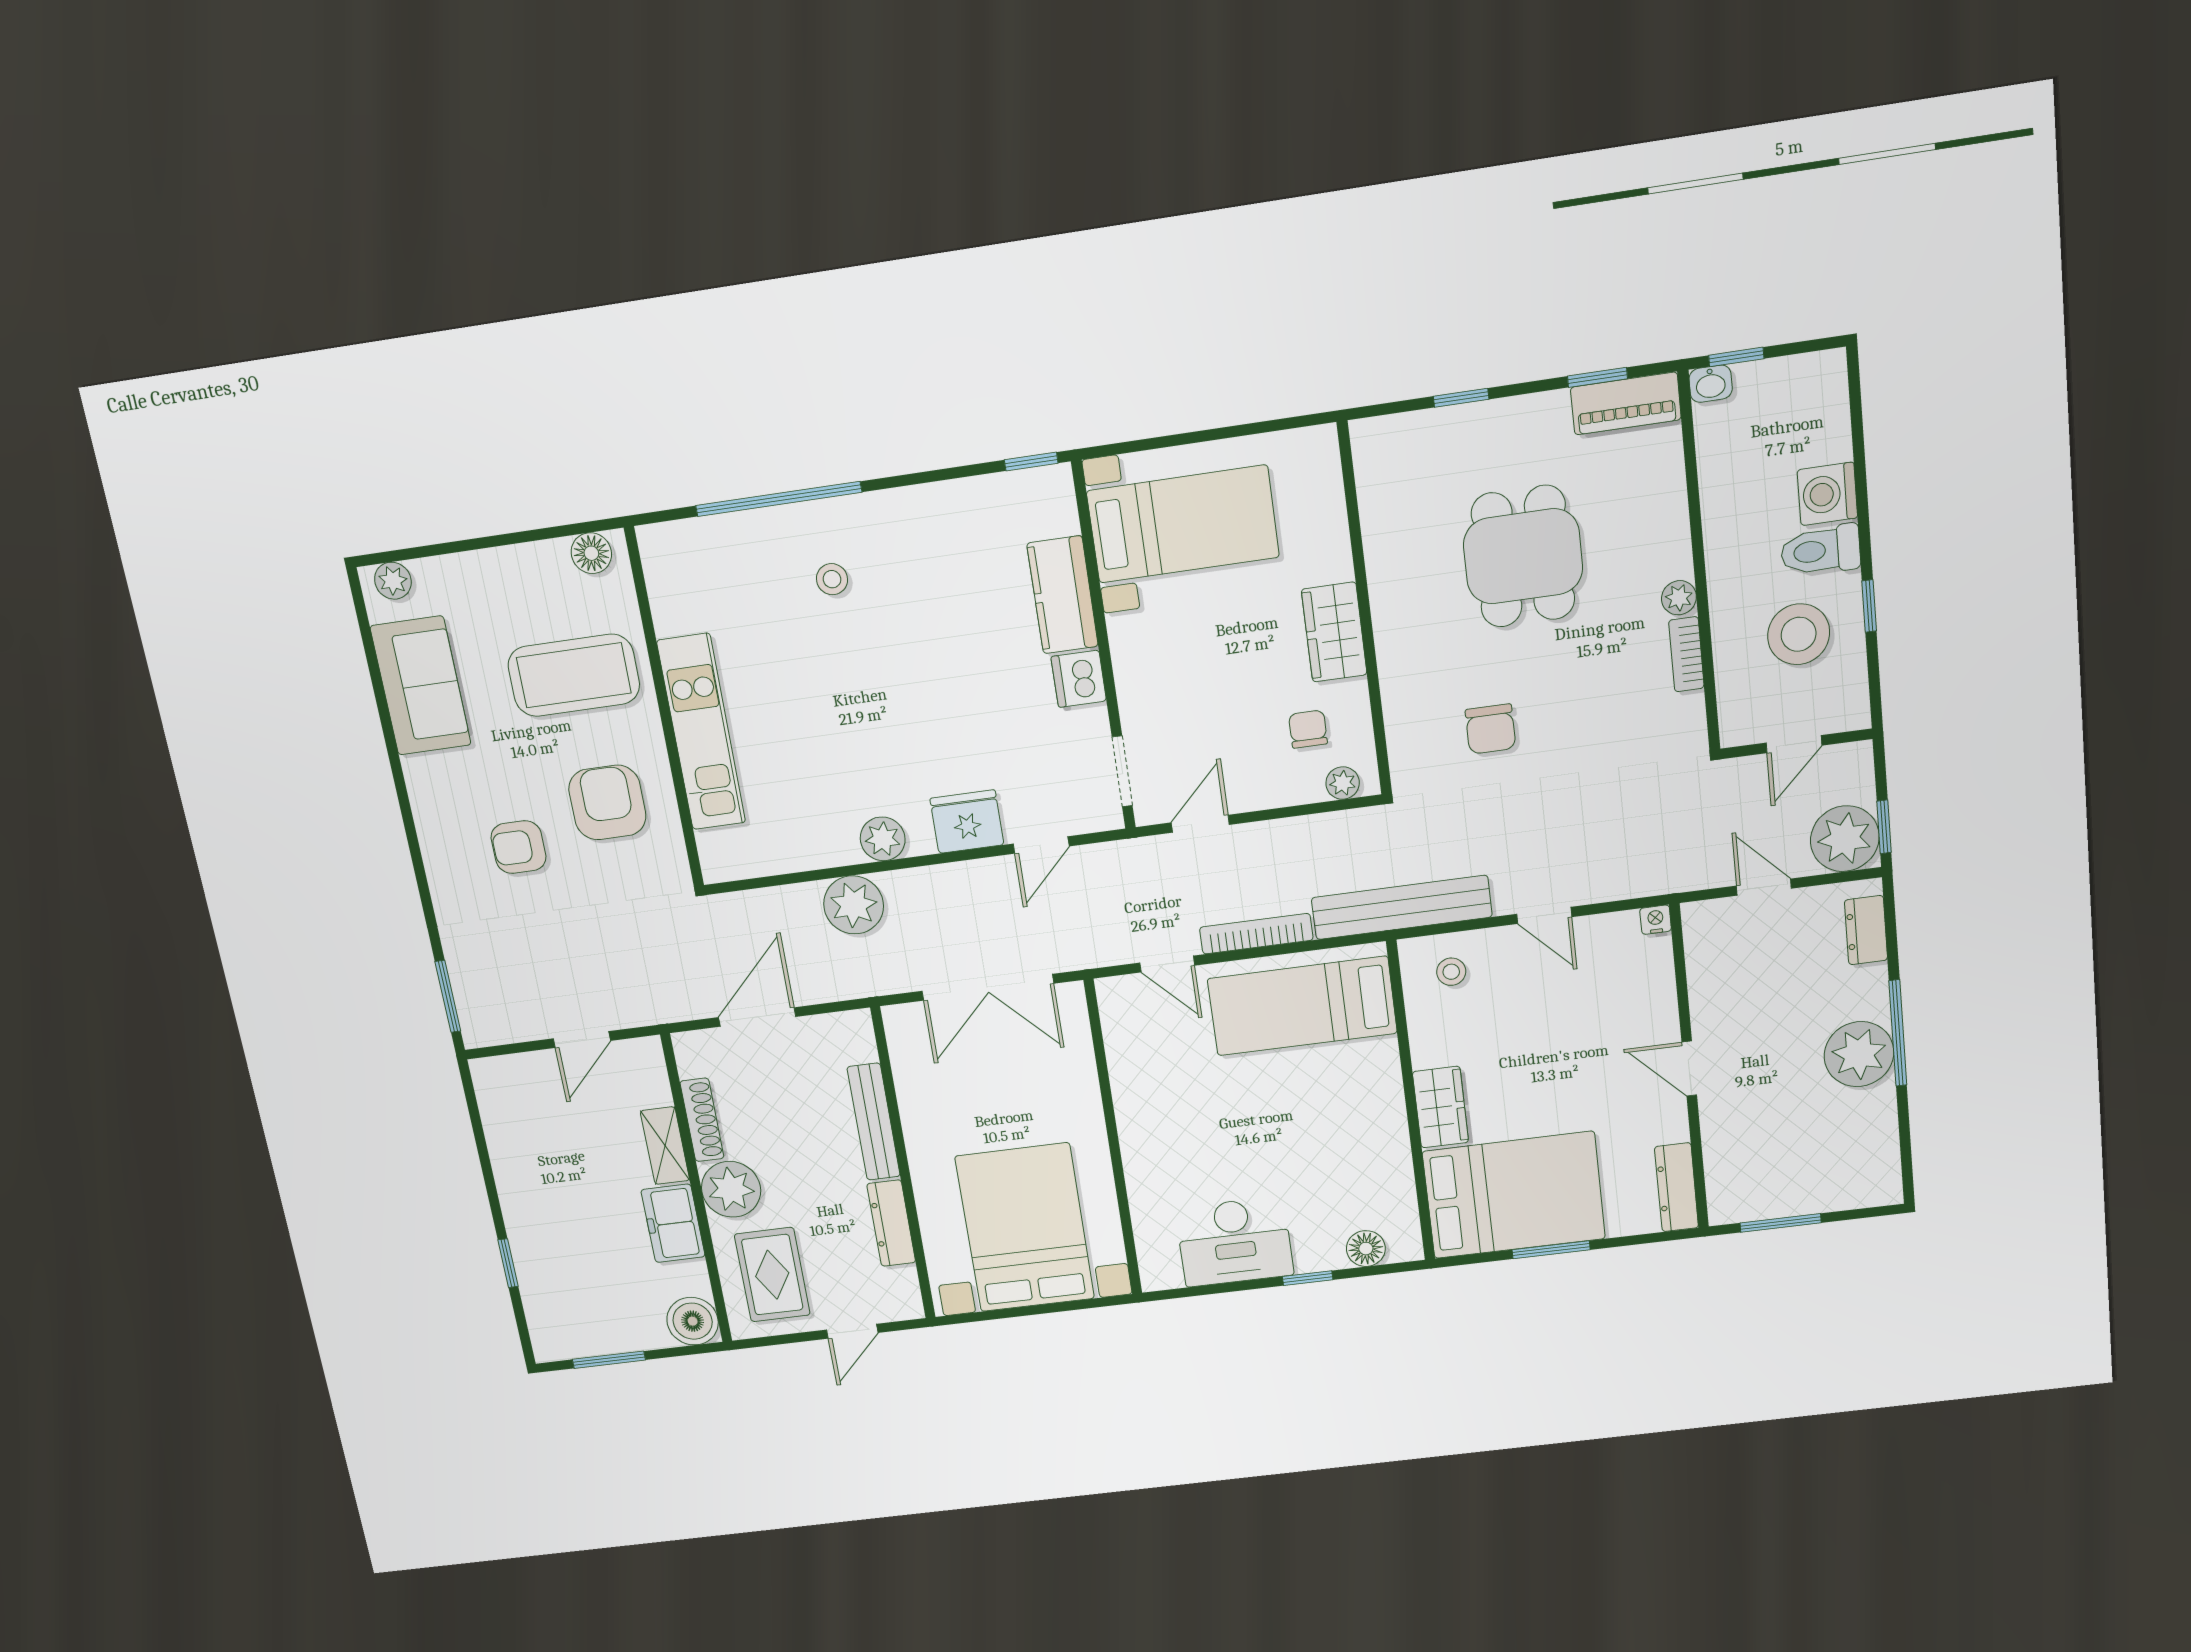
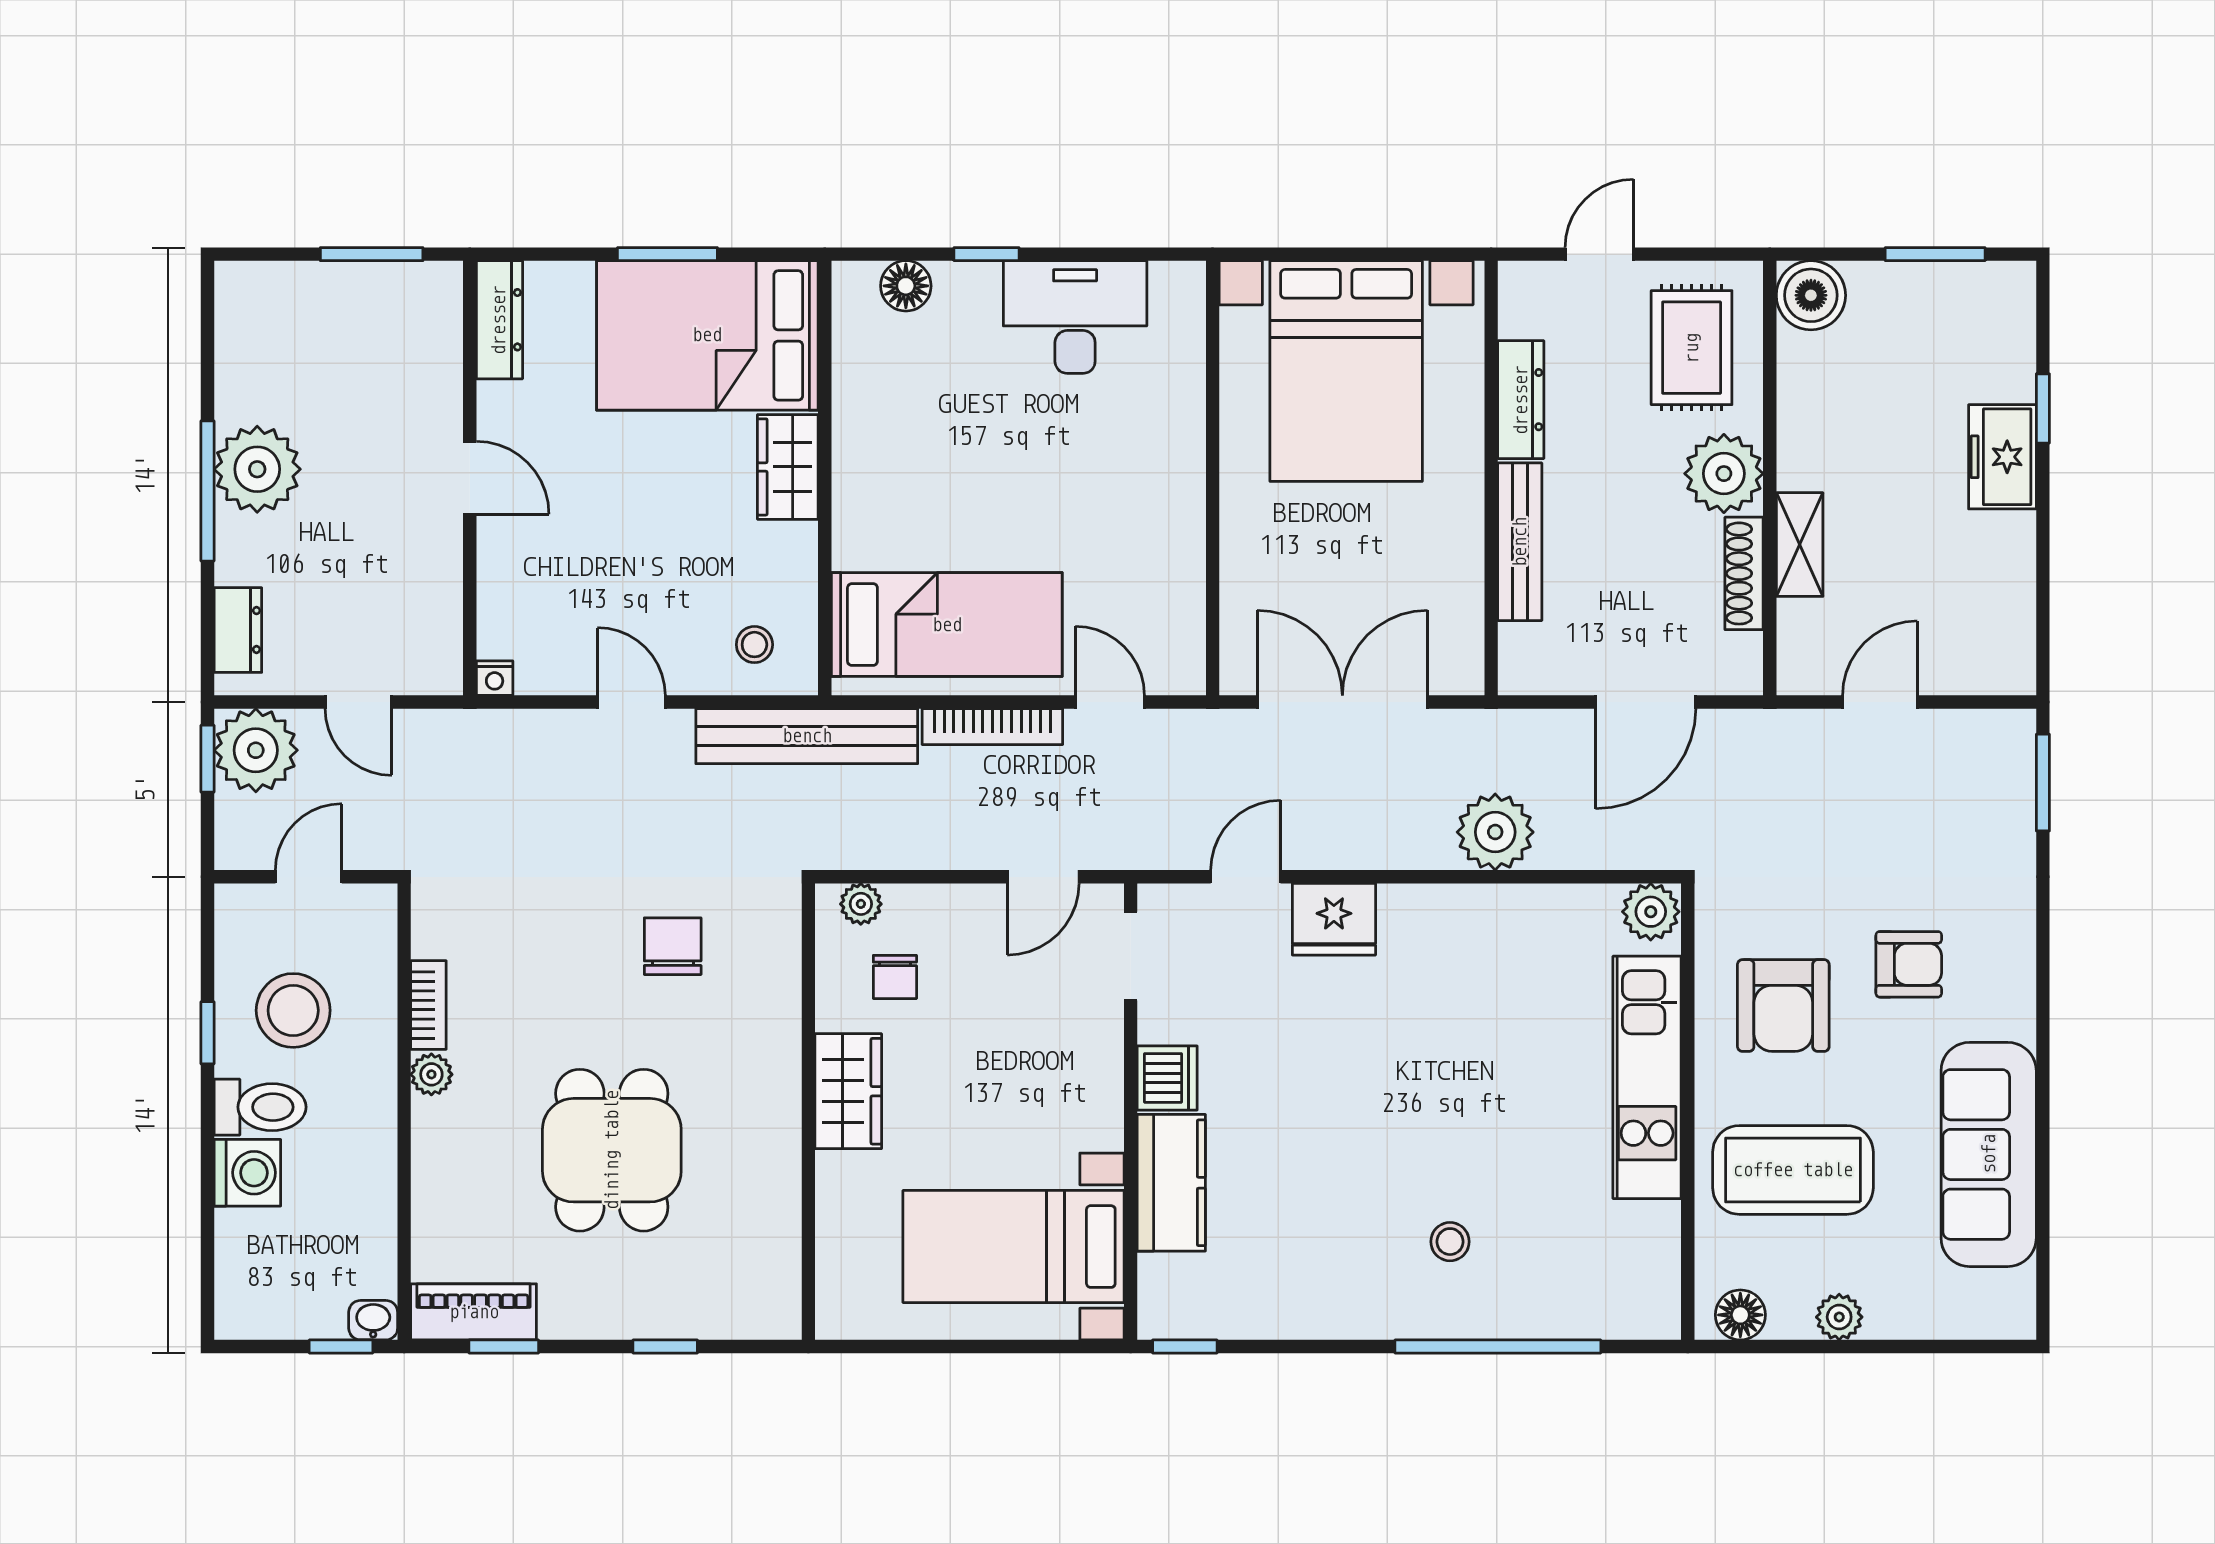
plant: (393, 581) -> (1839, 1317), moved
sofa: (421, 686) -> (1989, 1154), width x1.36
plant: (883, 839) -> (1651, 912), moved
freezer: (673, 1223) -> (2002, 457), moved, turned 180

